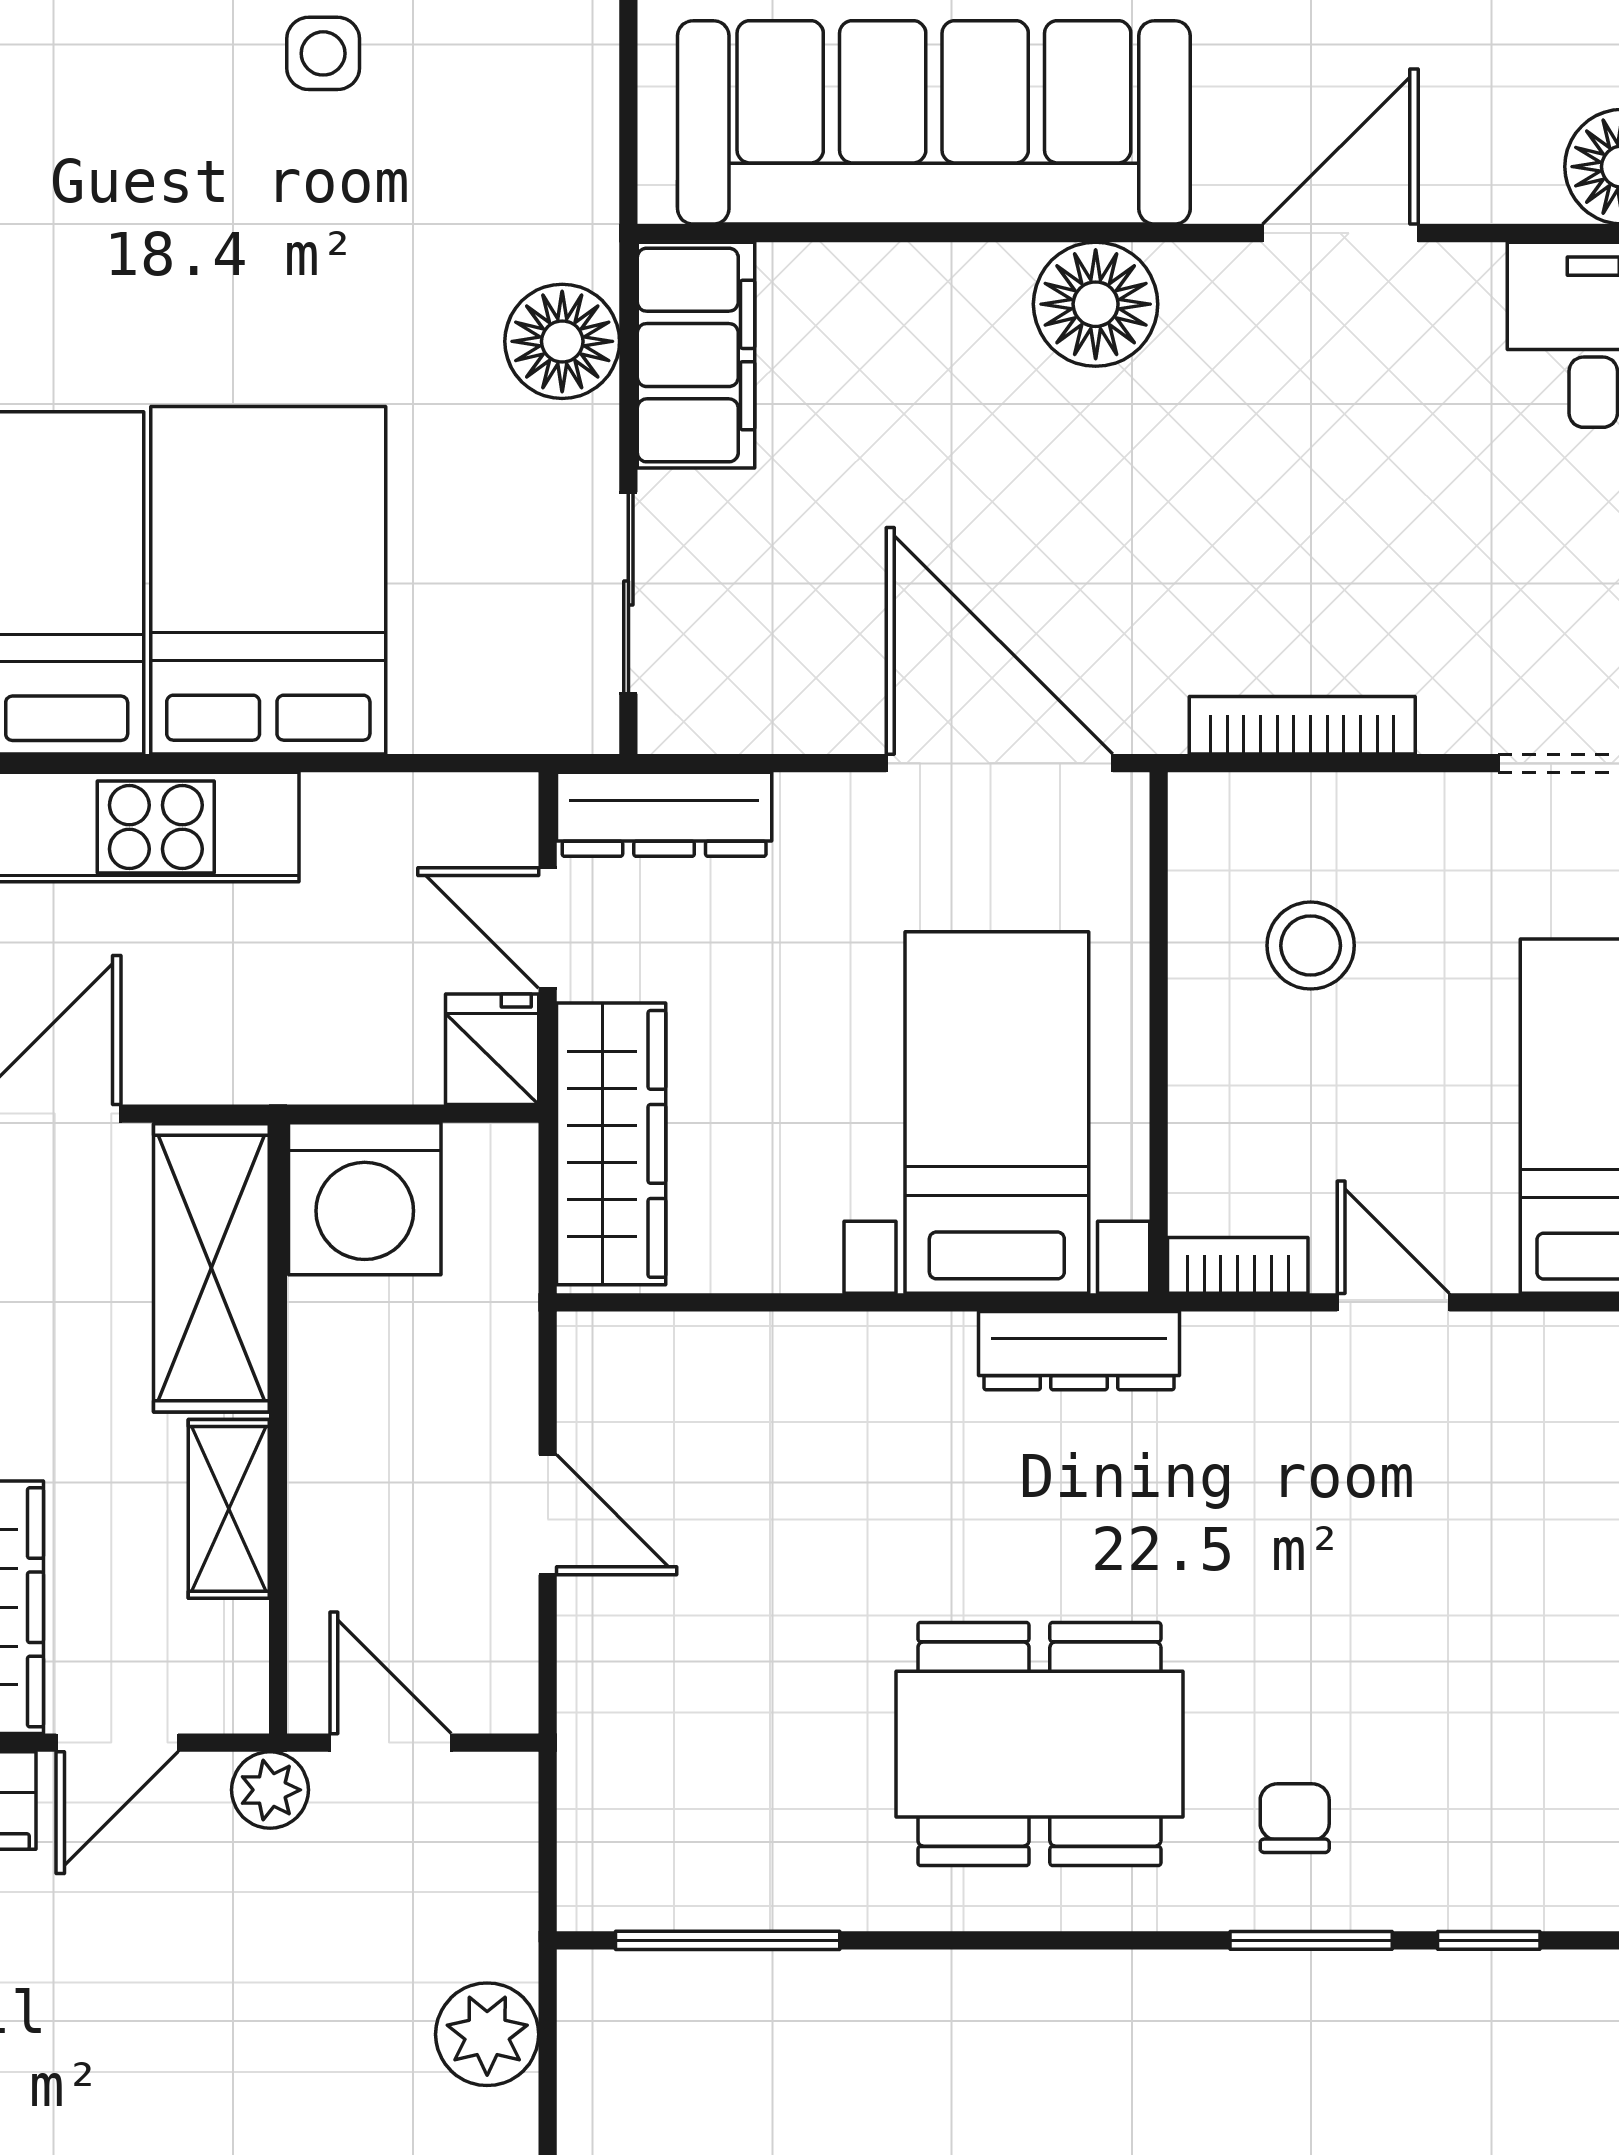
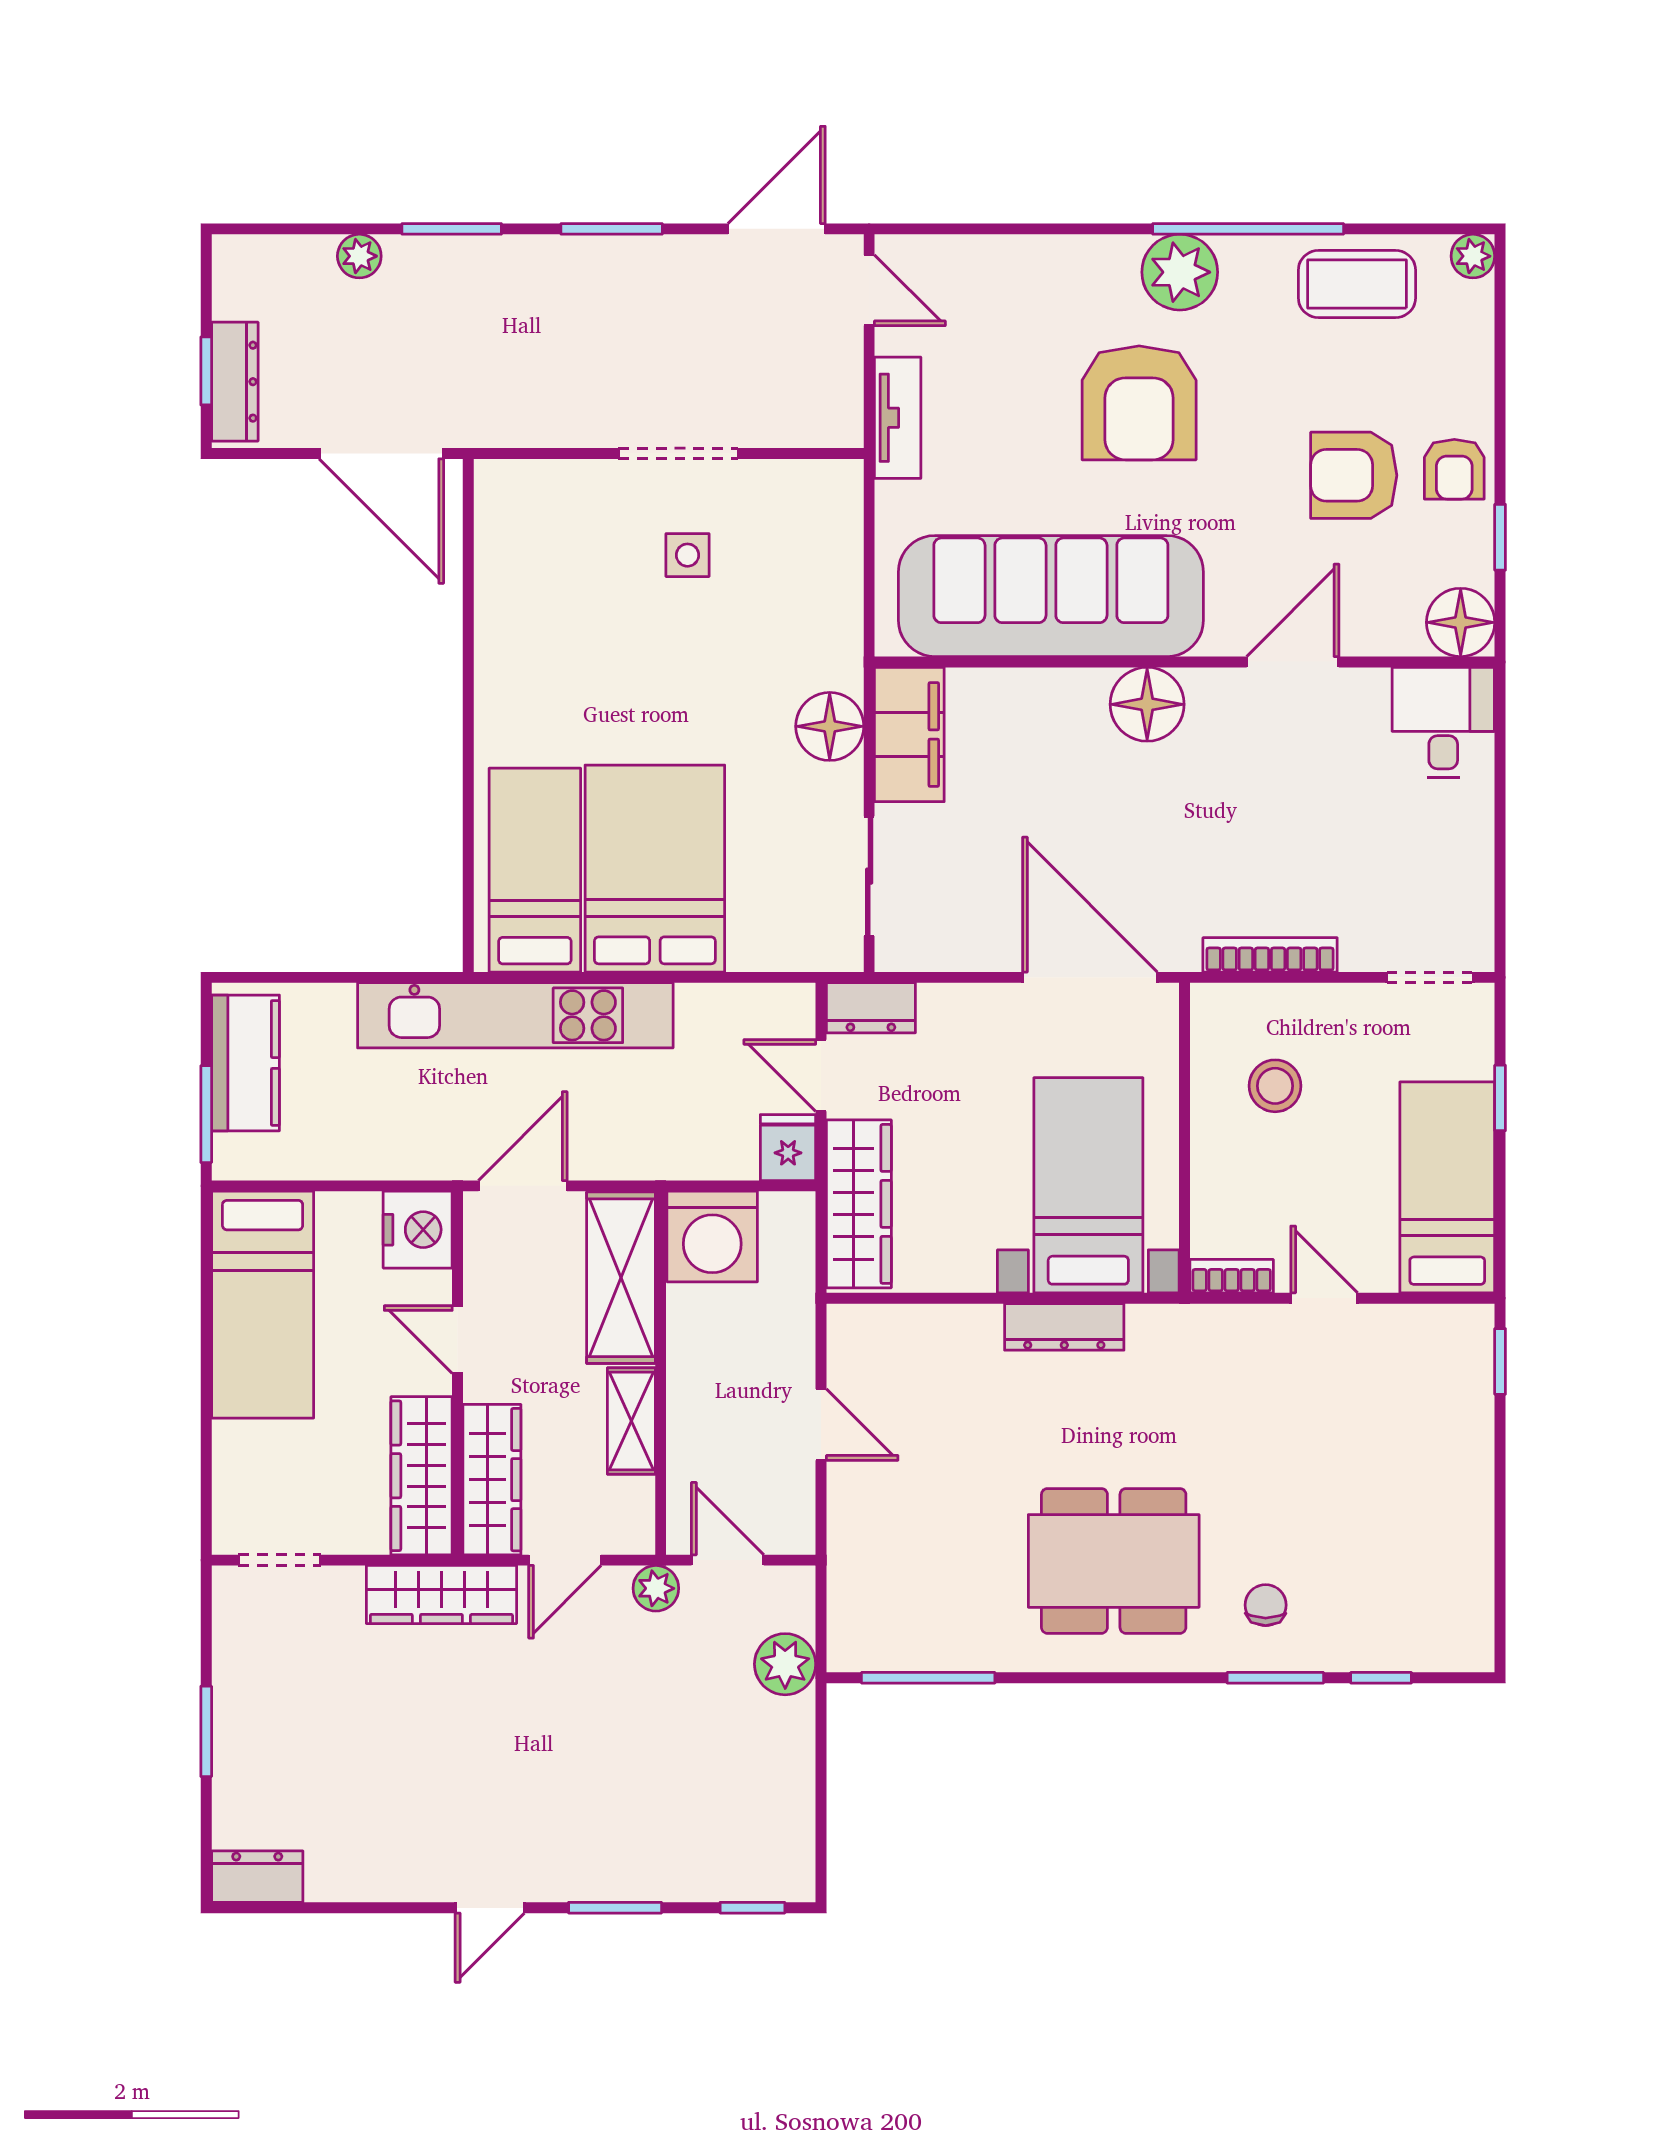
dresser: (664, 814) -> (871, 1008), width x0.70
dresser: (1079, 1351) -> (1064, 1327), moved
plant: (487, 2034) -> (785, 1664), moved

